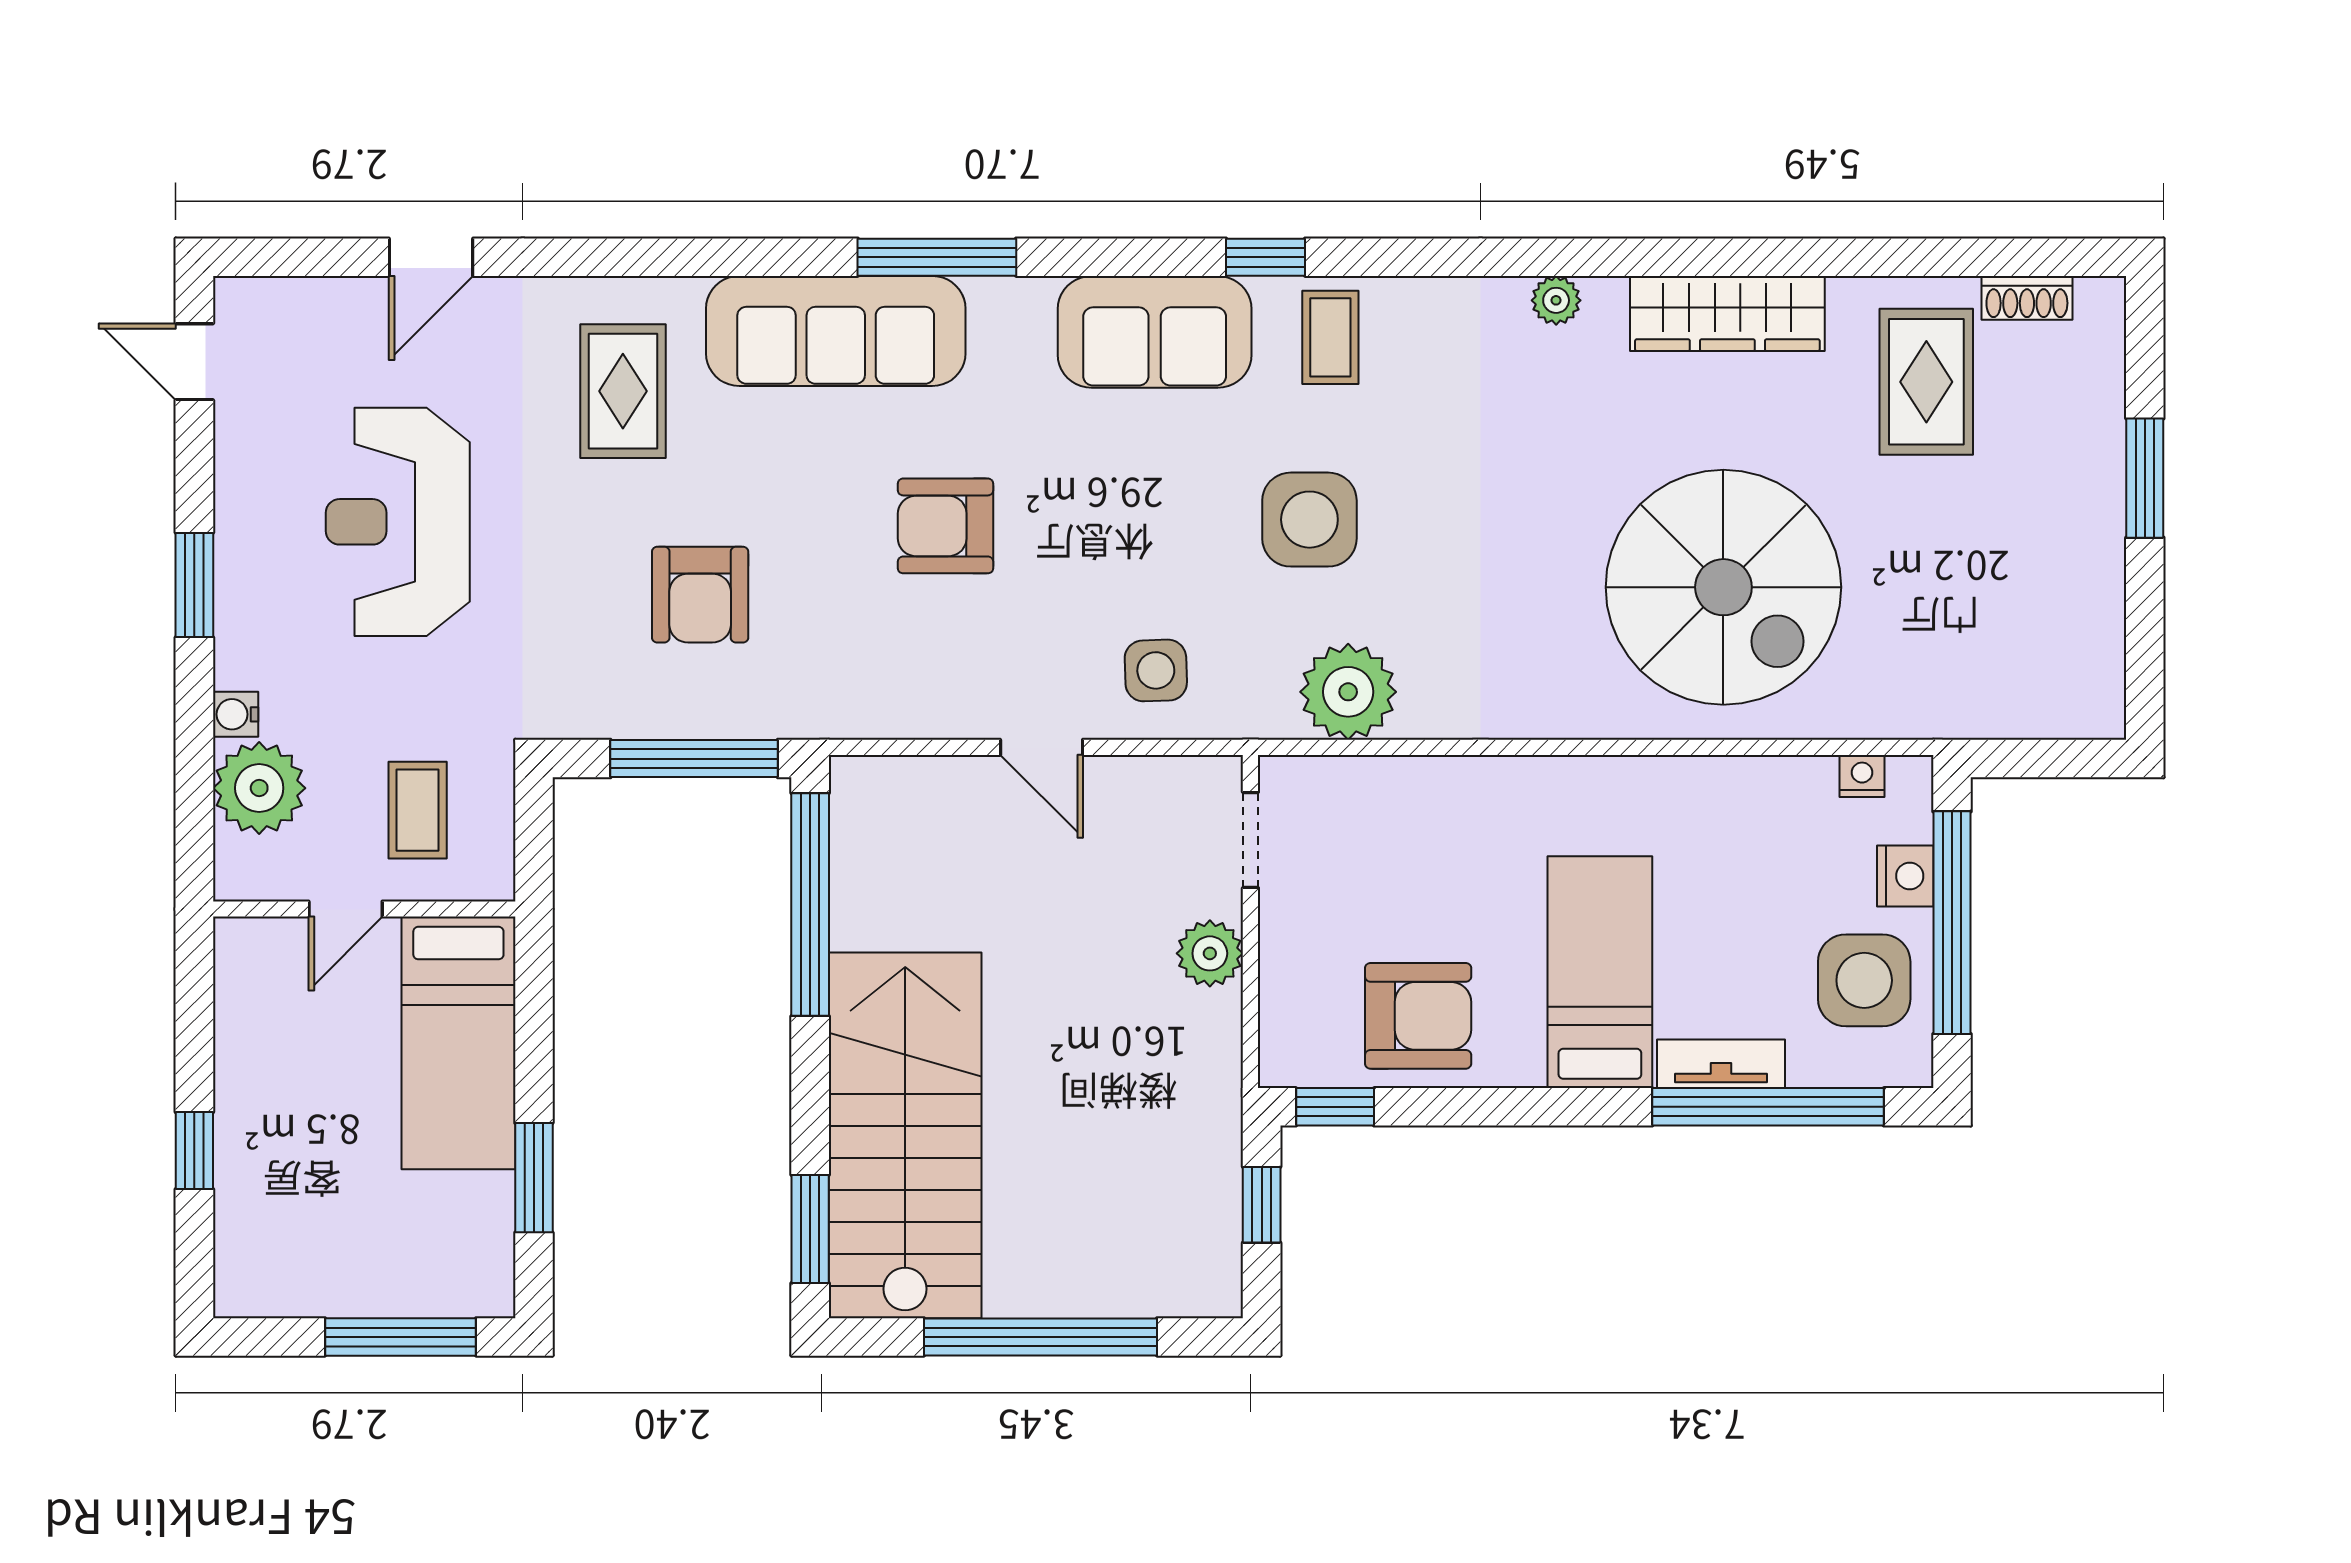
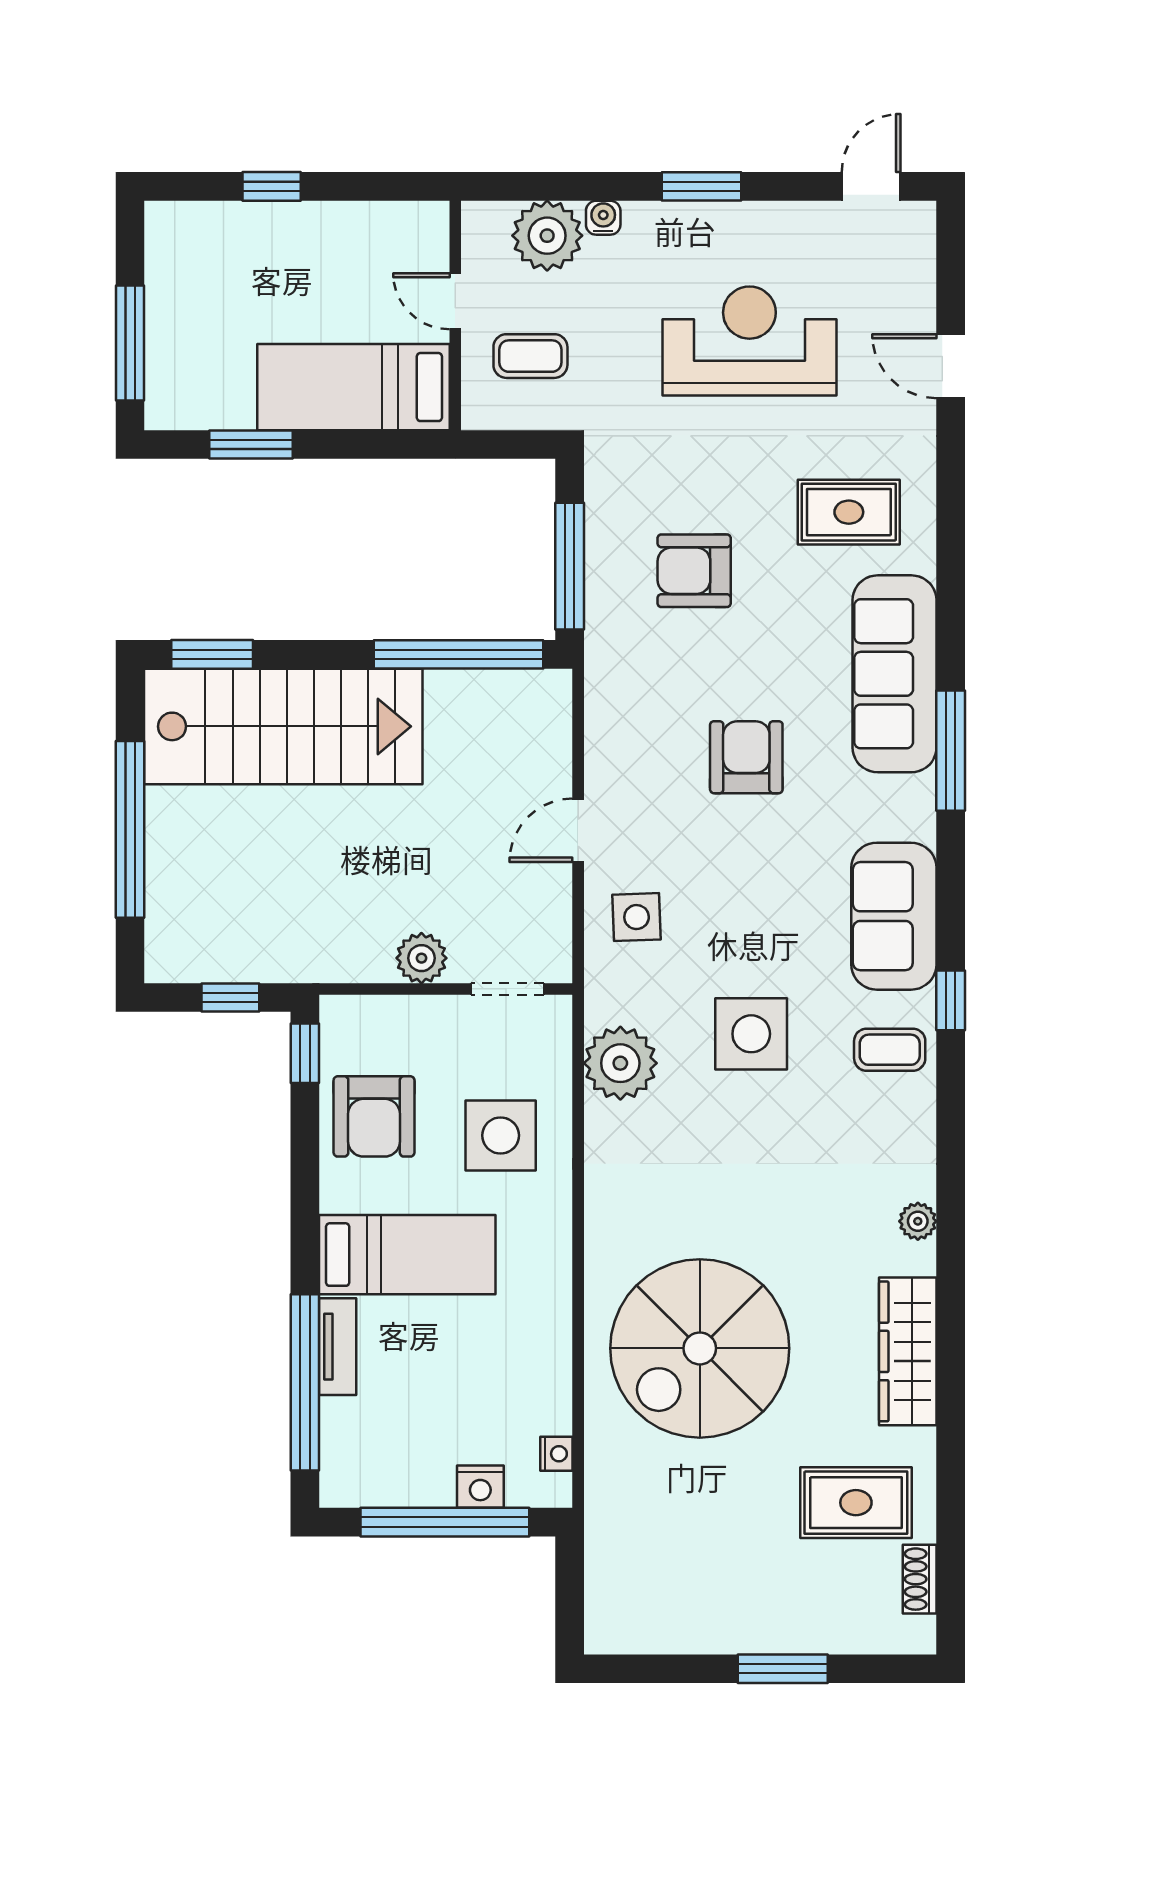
side table: (1864, 980) -> (501, 1135), moved

